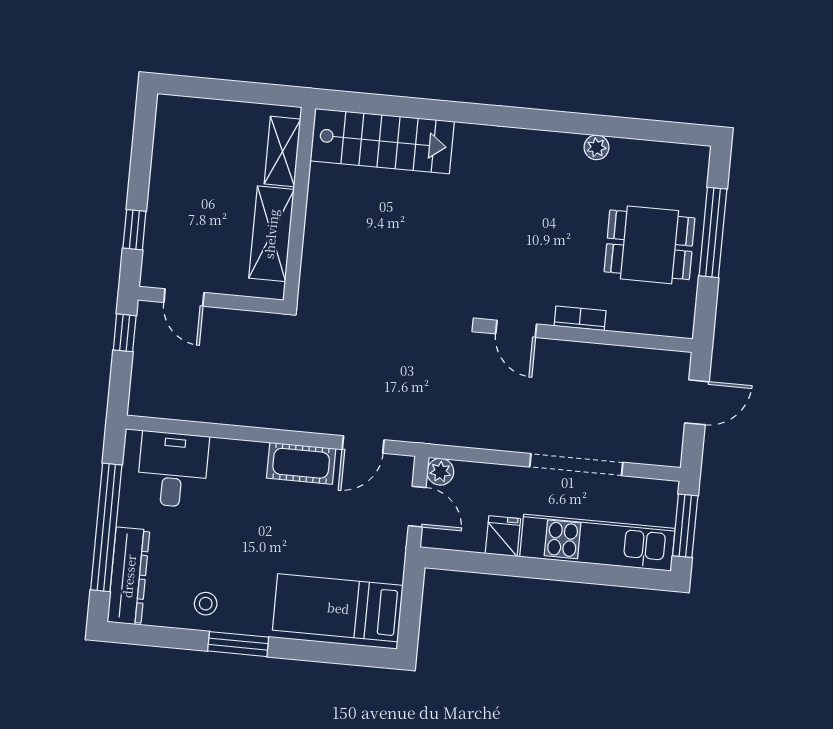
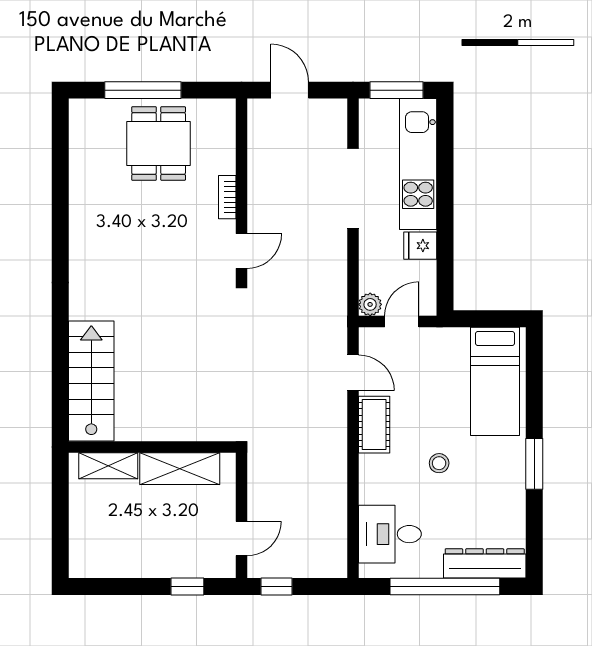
plant: (596, 147) -> (79, 197), removed
stool: (206, 604) -> (439, 463), moved

